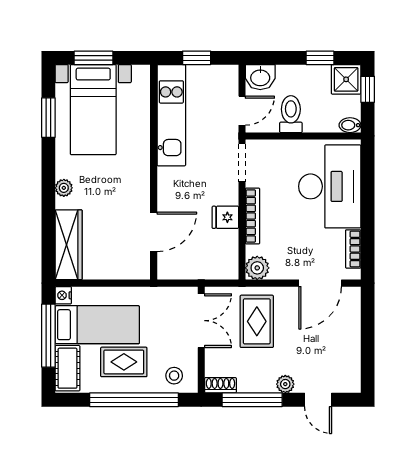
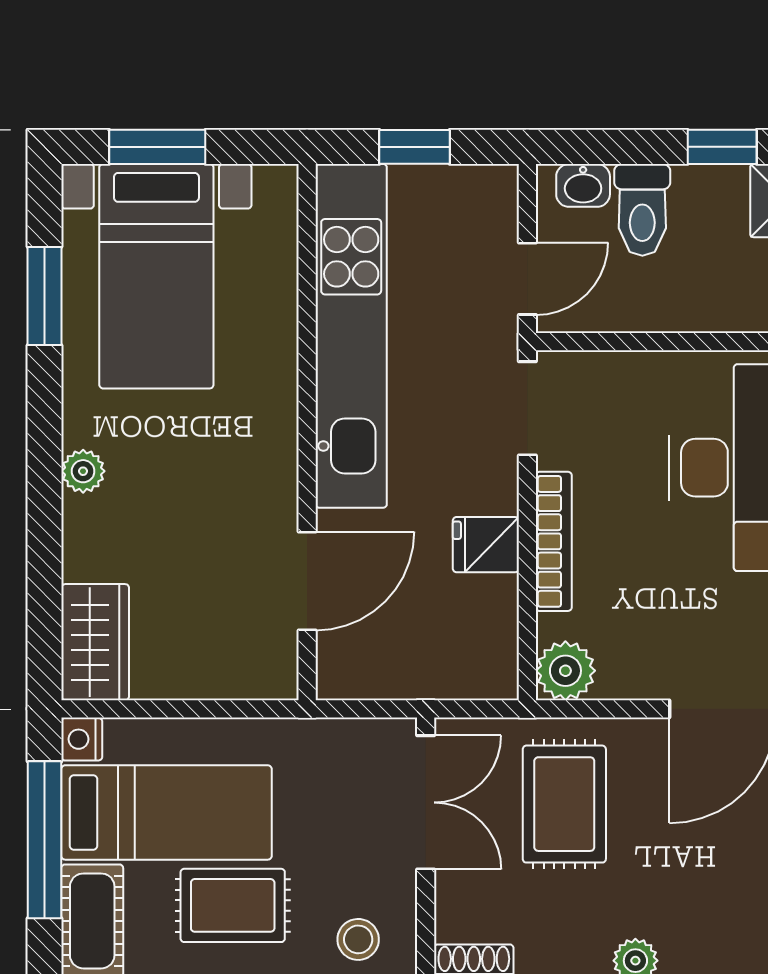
washbasin: (260, 77) -> (583, 185), width x0.72, depth x0.69
toilet: (291, 114) -> (642, 210), moved, turned 180
kitchen unit: (171, 115) -> (351, 336), width x1.36
wardrobe: (69, 245) -> (95, 642), width x0.67

